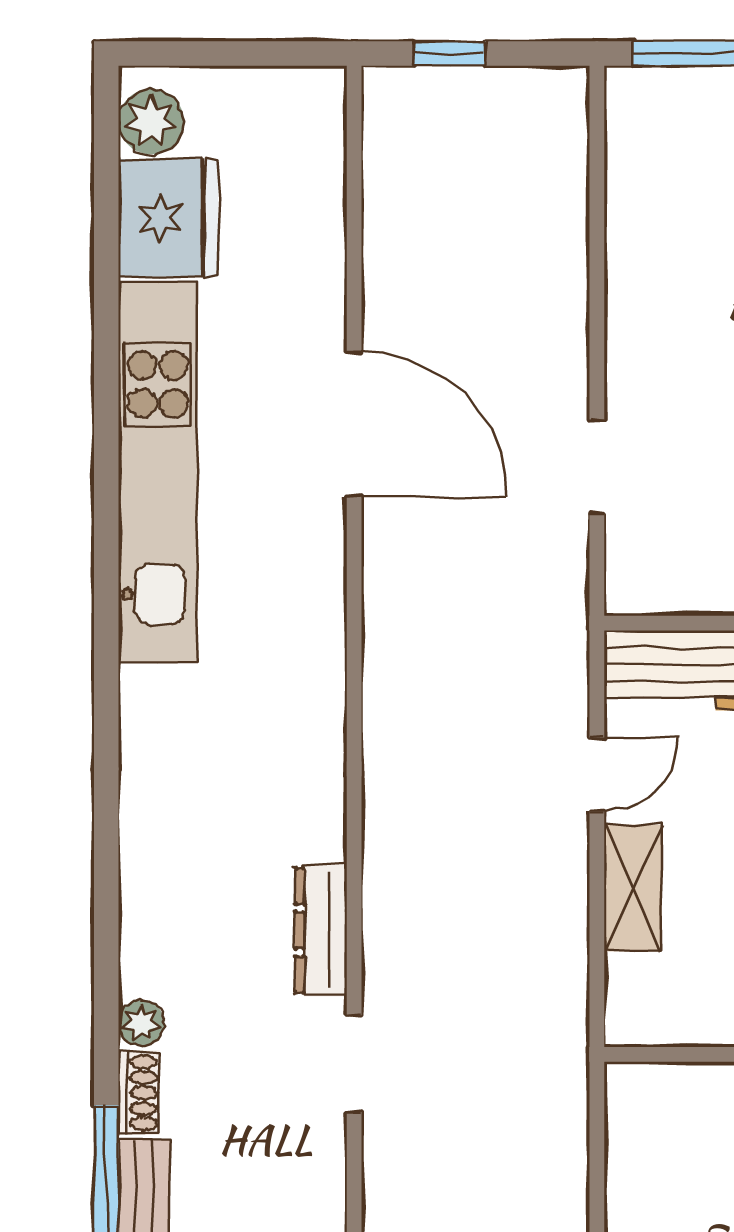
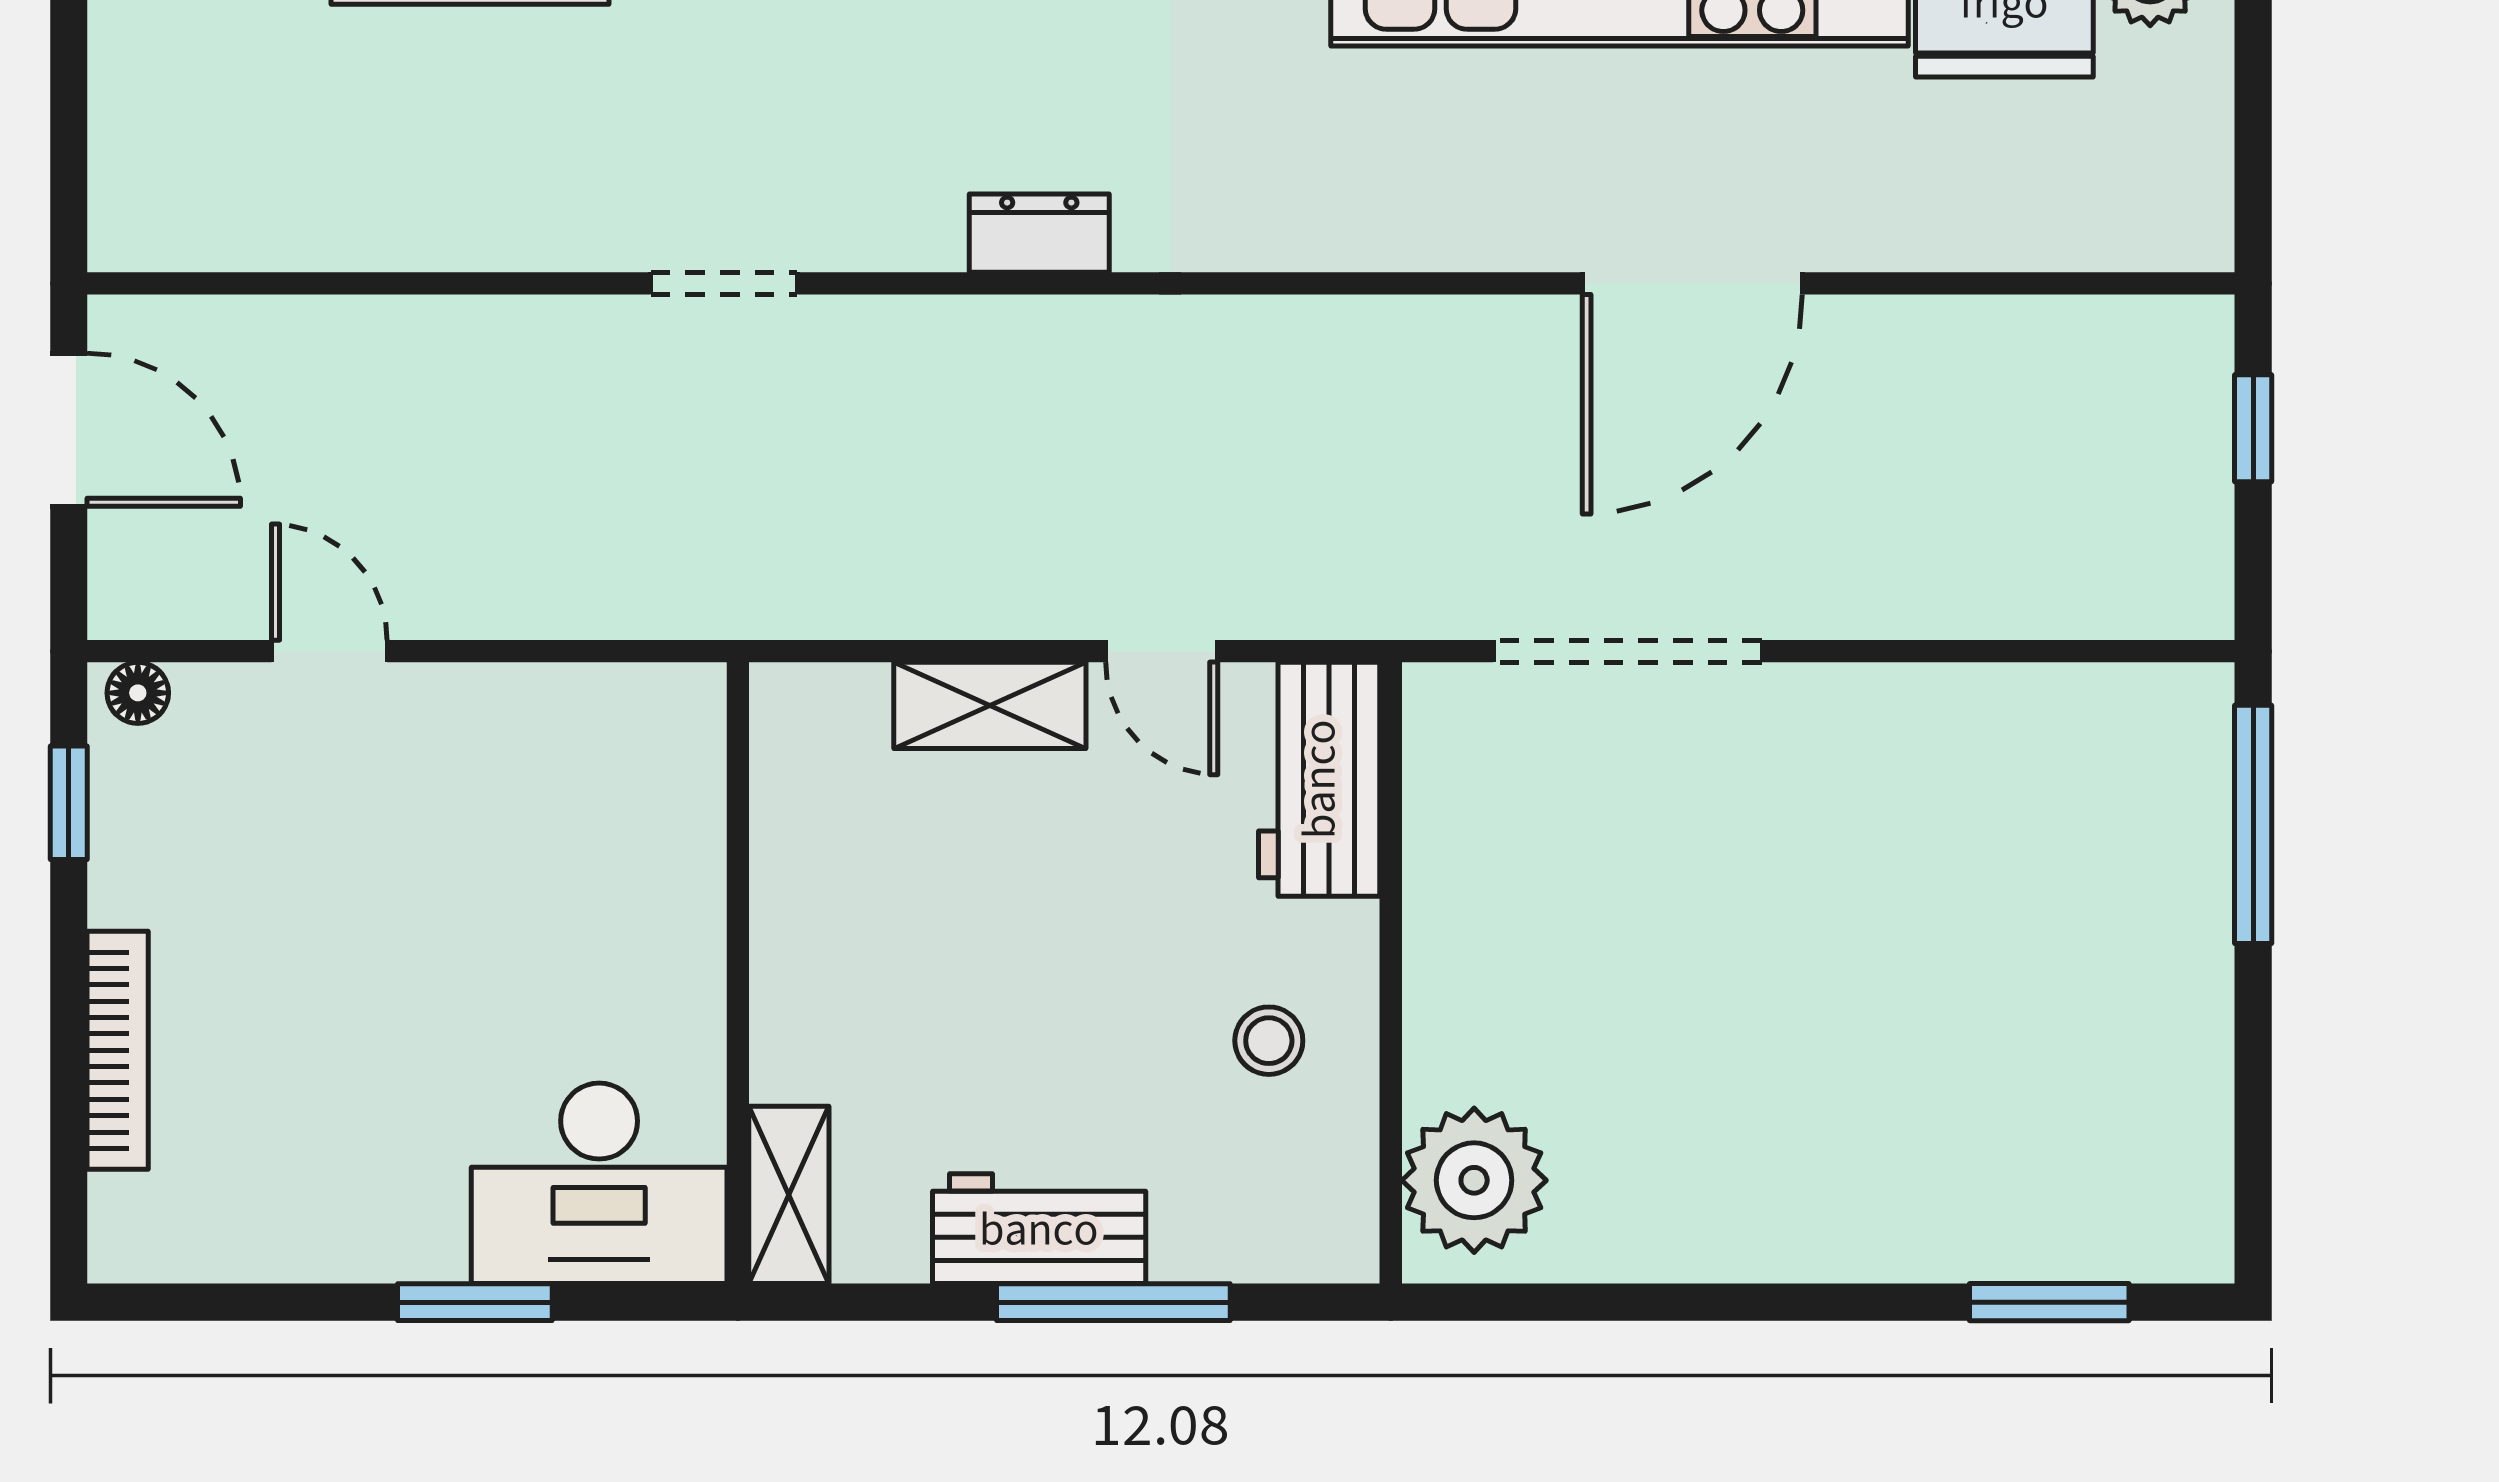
doorway: (597, 467) -> (1628, 651), width x1.88
dresser: (321, 930) -> (1039, 233), moved, width x0.70

